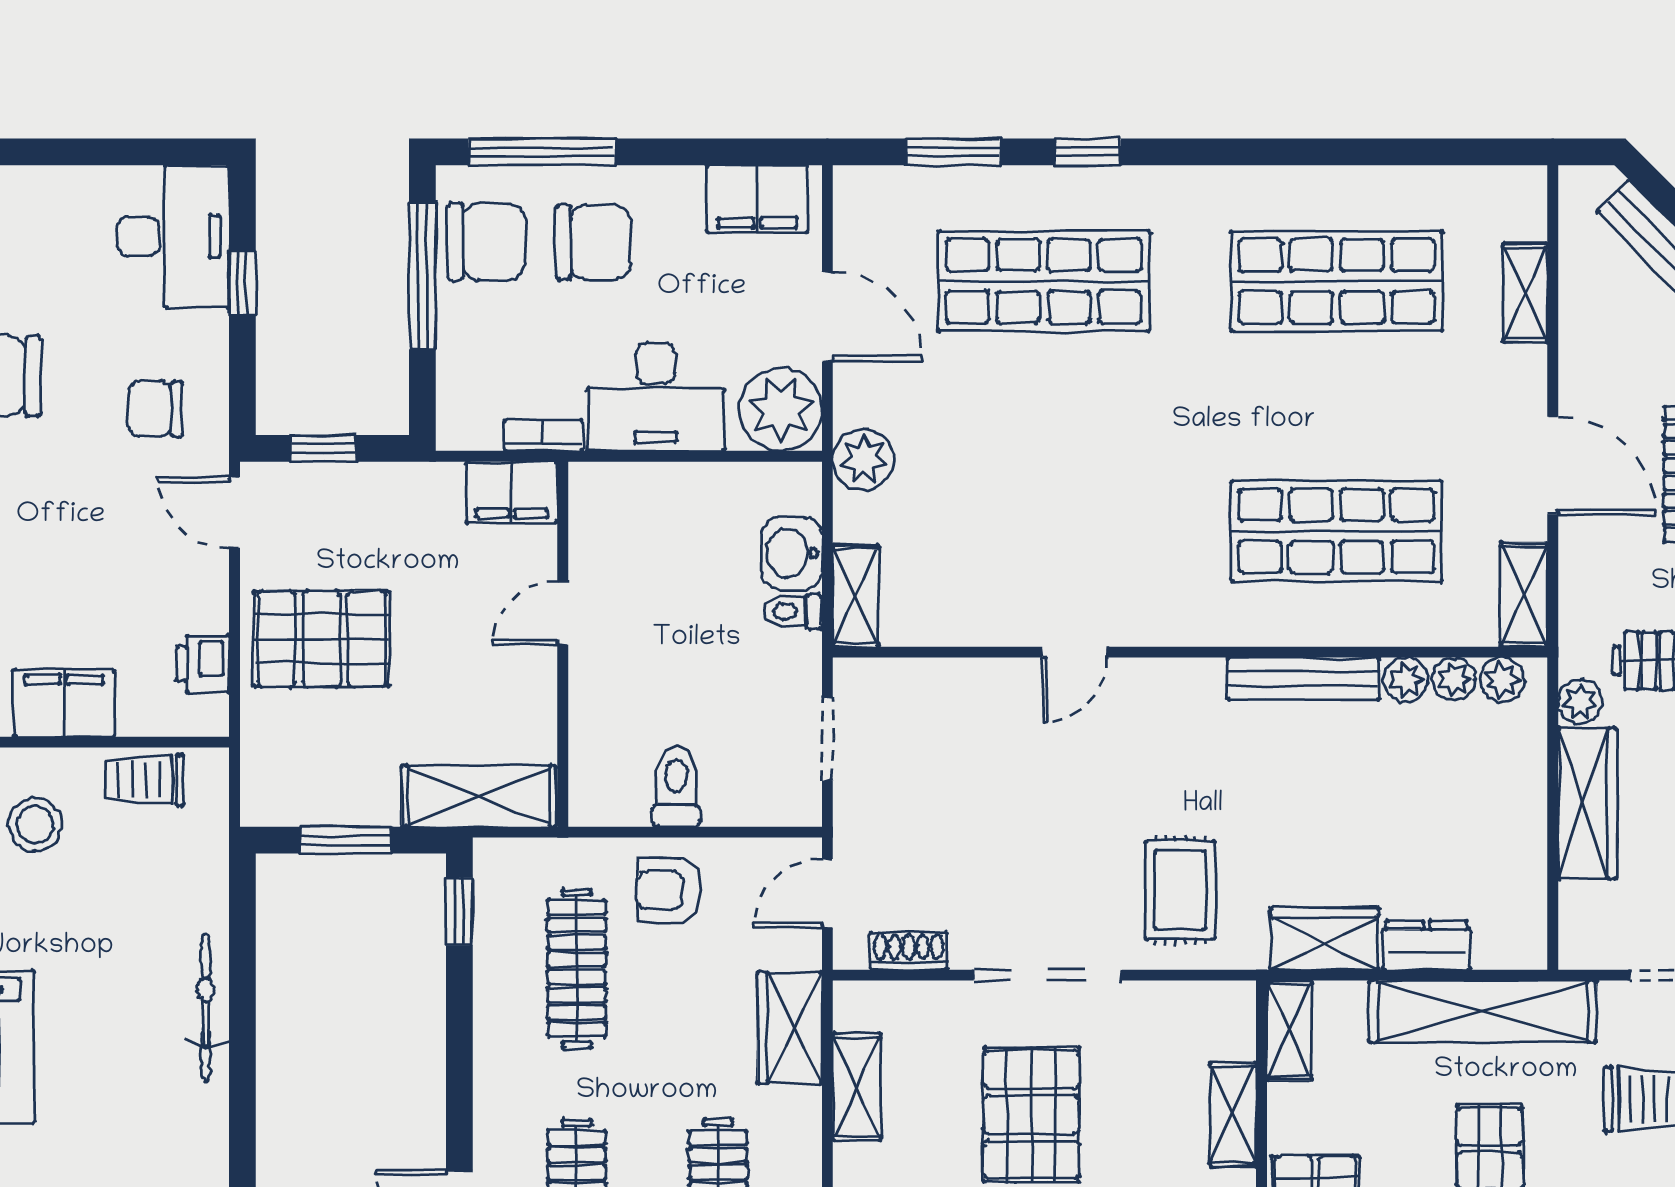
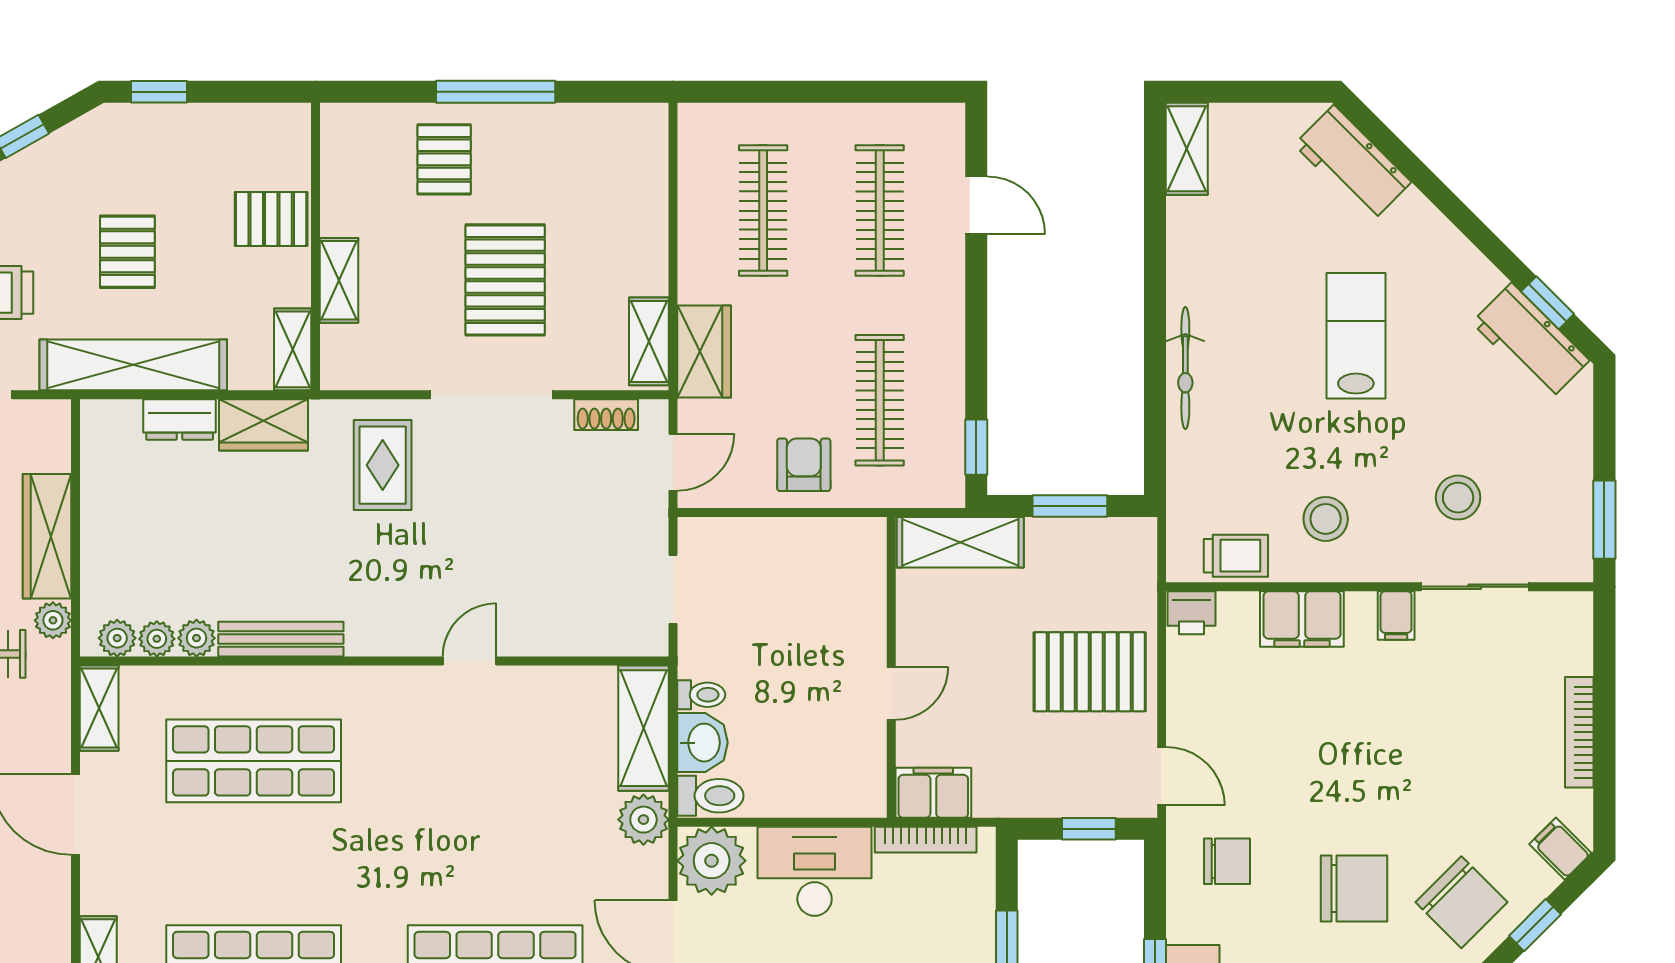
bookcase: (543, 435) -> (926, 840), width x1.56
shelving: (856, 596) -> (644, 728), width x1.50, depth x1.33
printer: (203, 664) -> (1192, 613), moved, turned 90
toilet: (676, 787) -> (710, 796), moved, turned -90
armchair: (669, 890) -> (804, 465), turned -90
shelving: (857, 1087) -> (649, 341), moved

